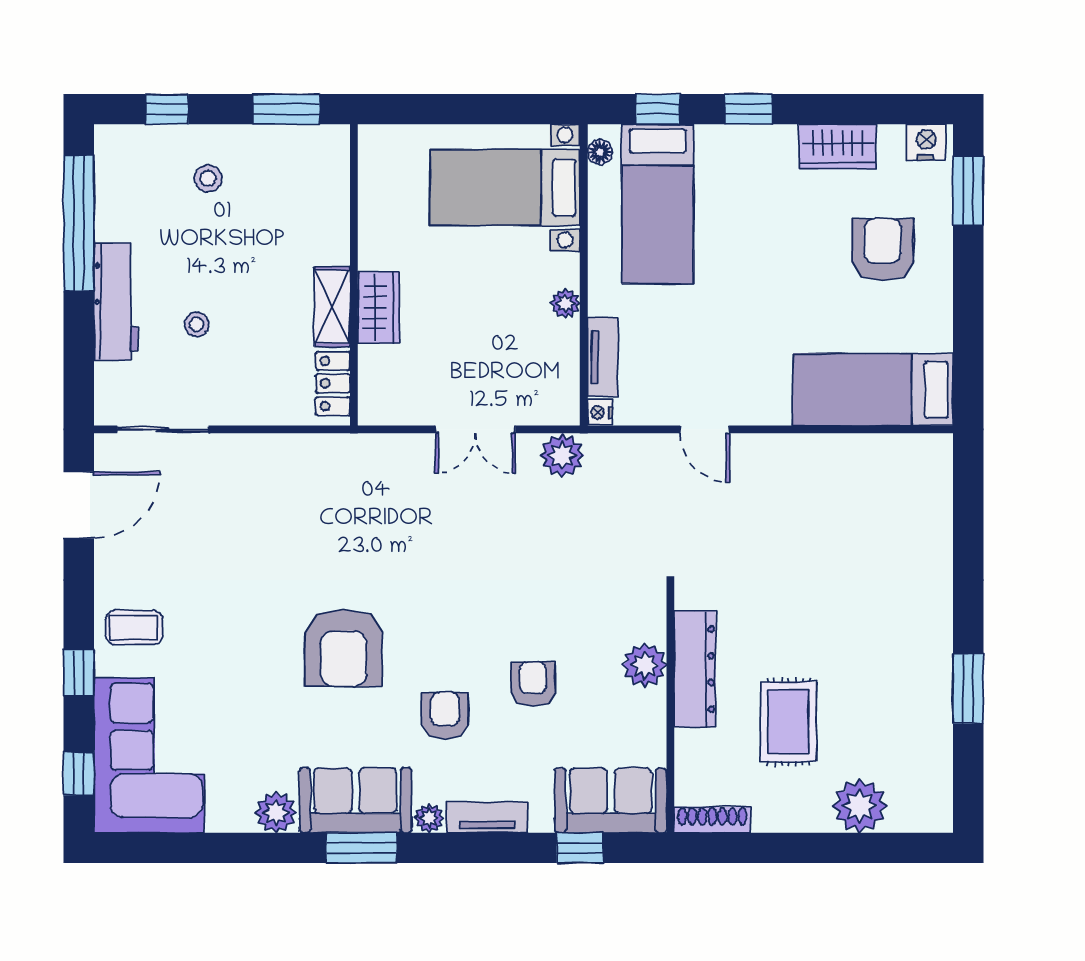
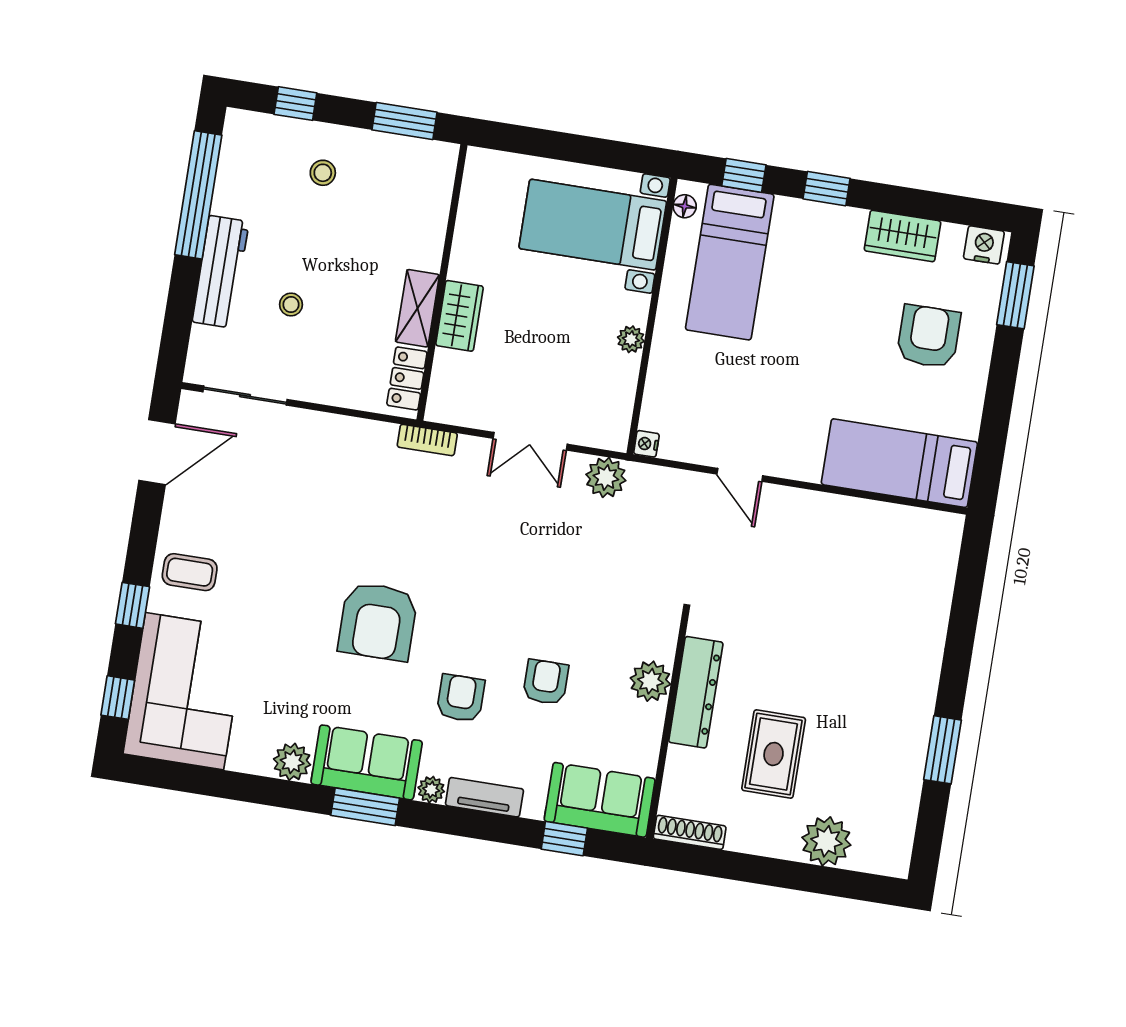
tv unit: (603, 357) -> (657, 394), removed
bookcase: (365, 446) -> (427, 440), added

